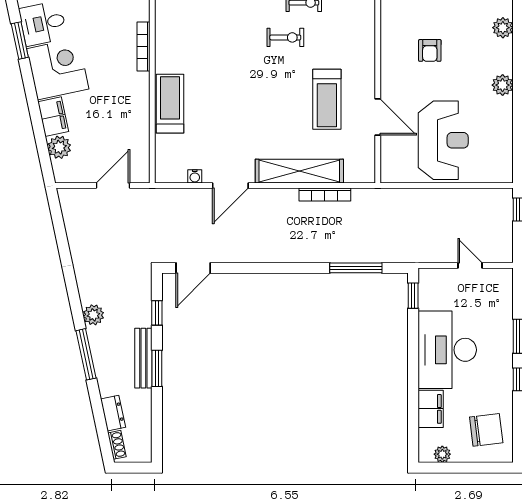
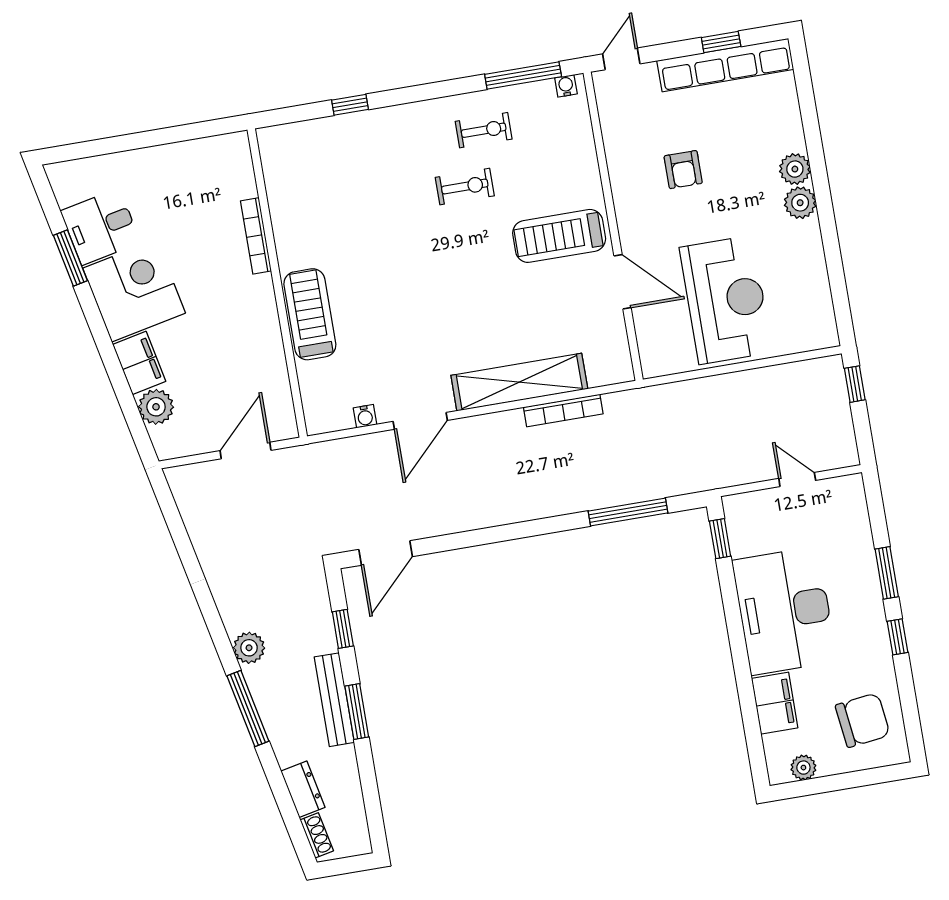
plant: (503, 28) -> (795, 169), moved
treadmill: (327, 99) -> (559, 236), moved, turned 90

